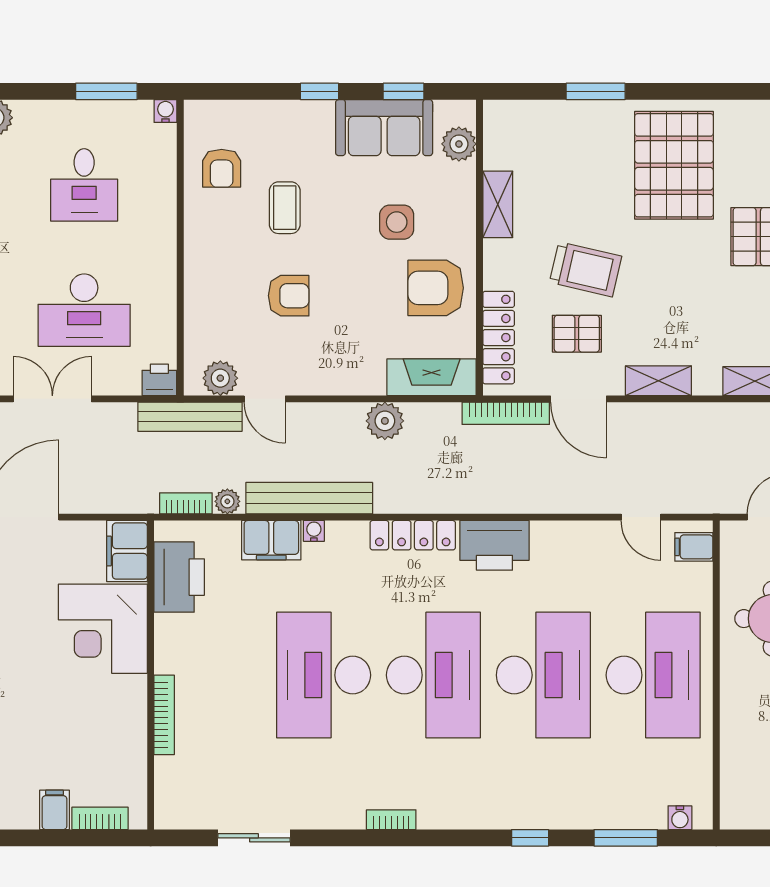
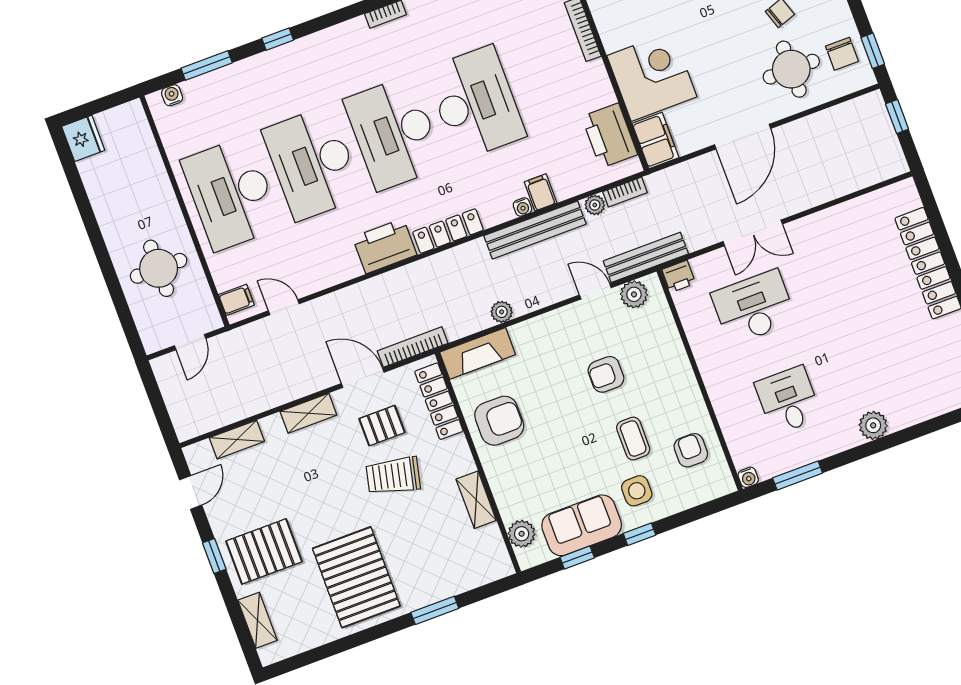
side table: (397, 222) -> (637, 491), moved
plant: (385, 421) -> (502, 312), width x0.73, depth x0.73
filing cabinet: (271, 540) -> (541, 192), width x0.50

